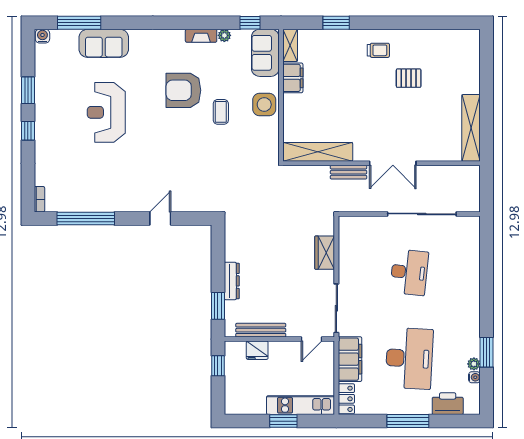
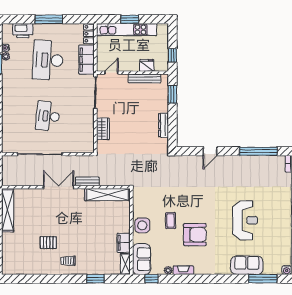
dresser: (232, 281) -> (163, 125), moved
kitchen unit: (301, 405) -> (127, 30), width x1.36

